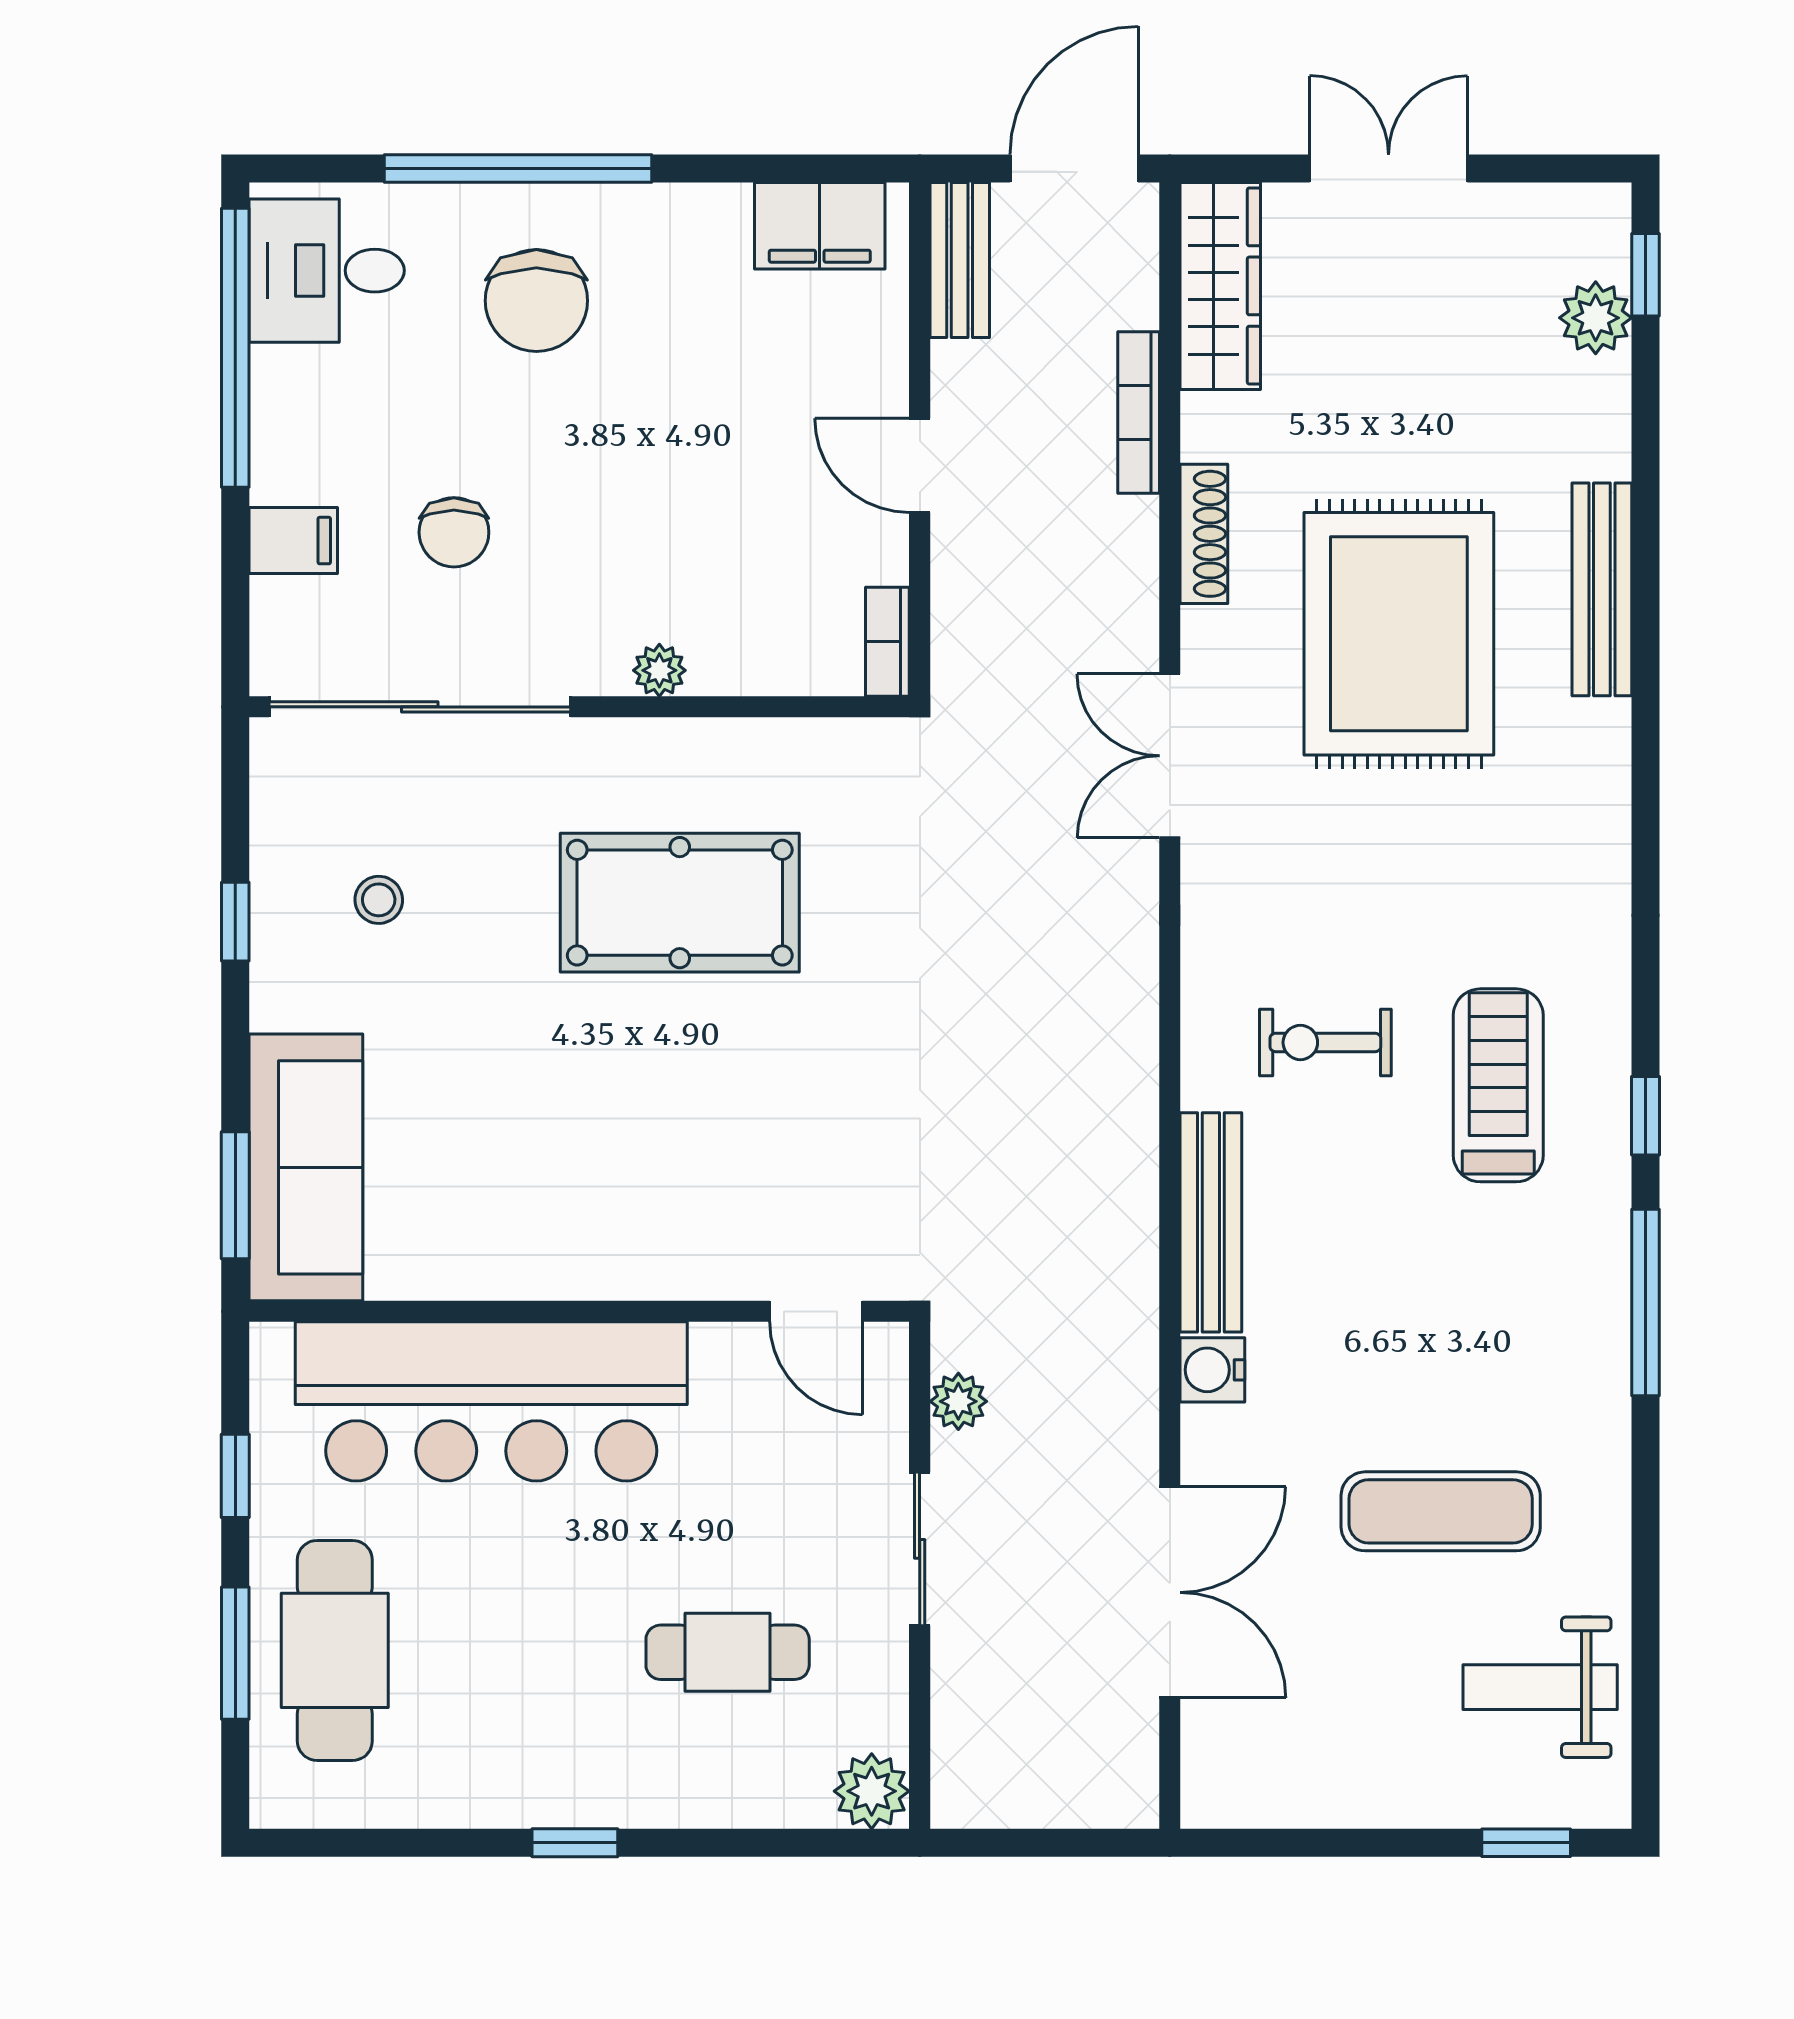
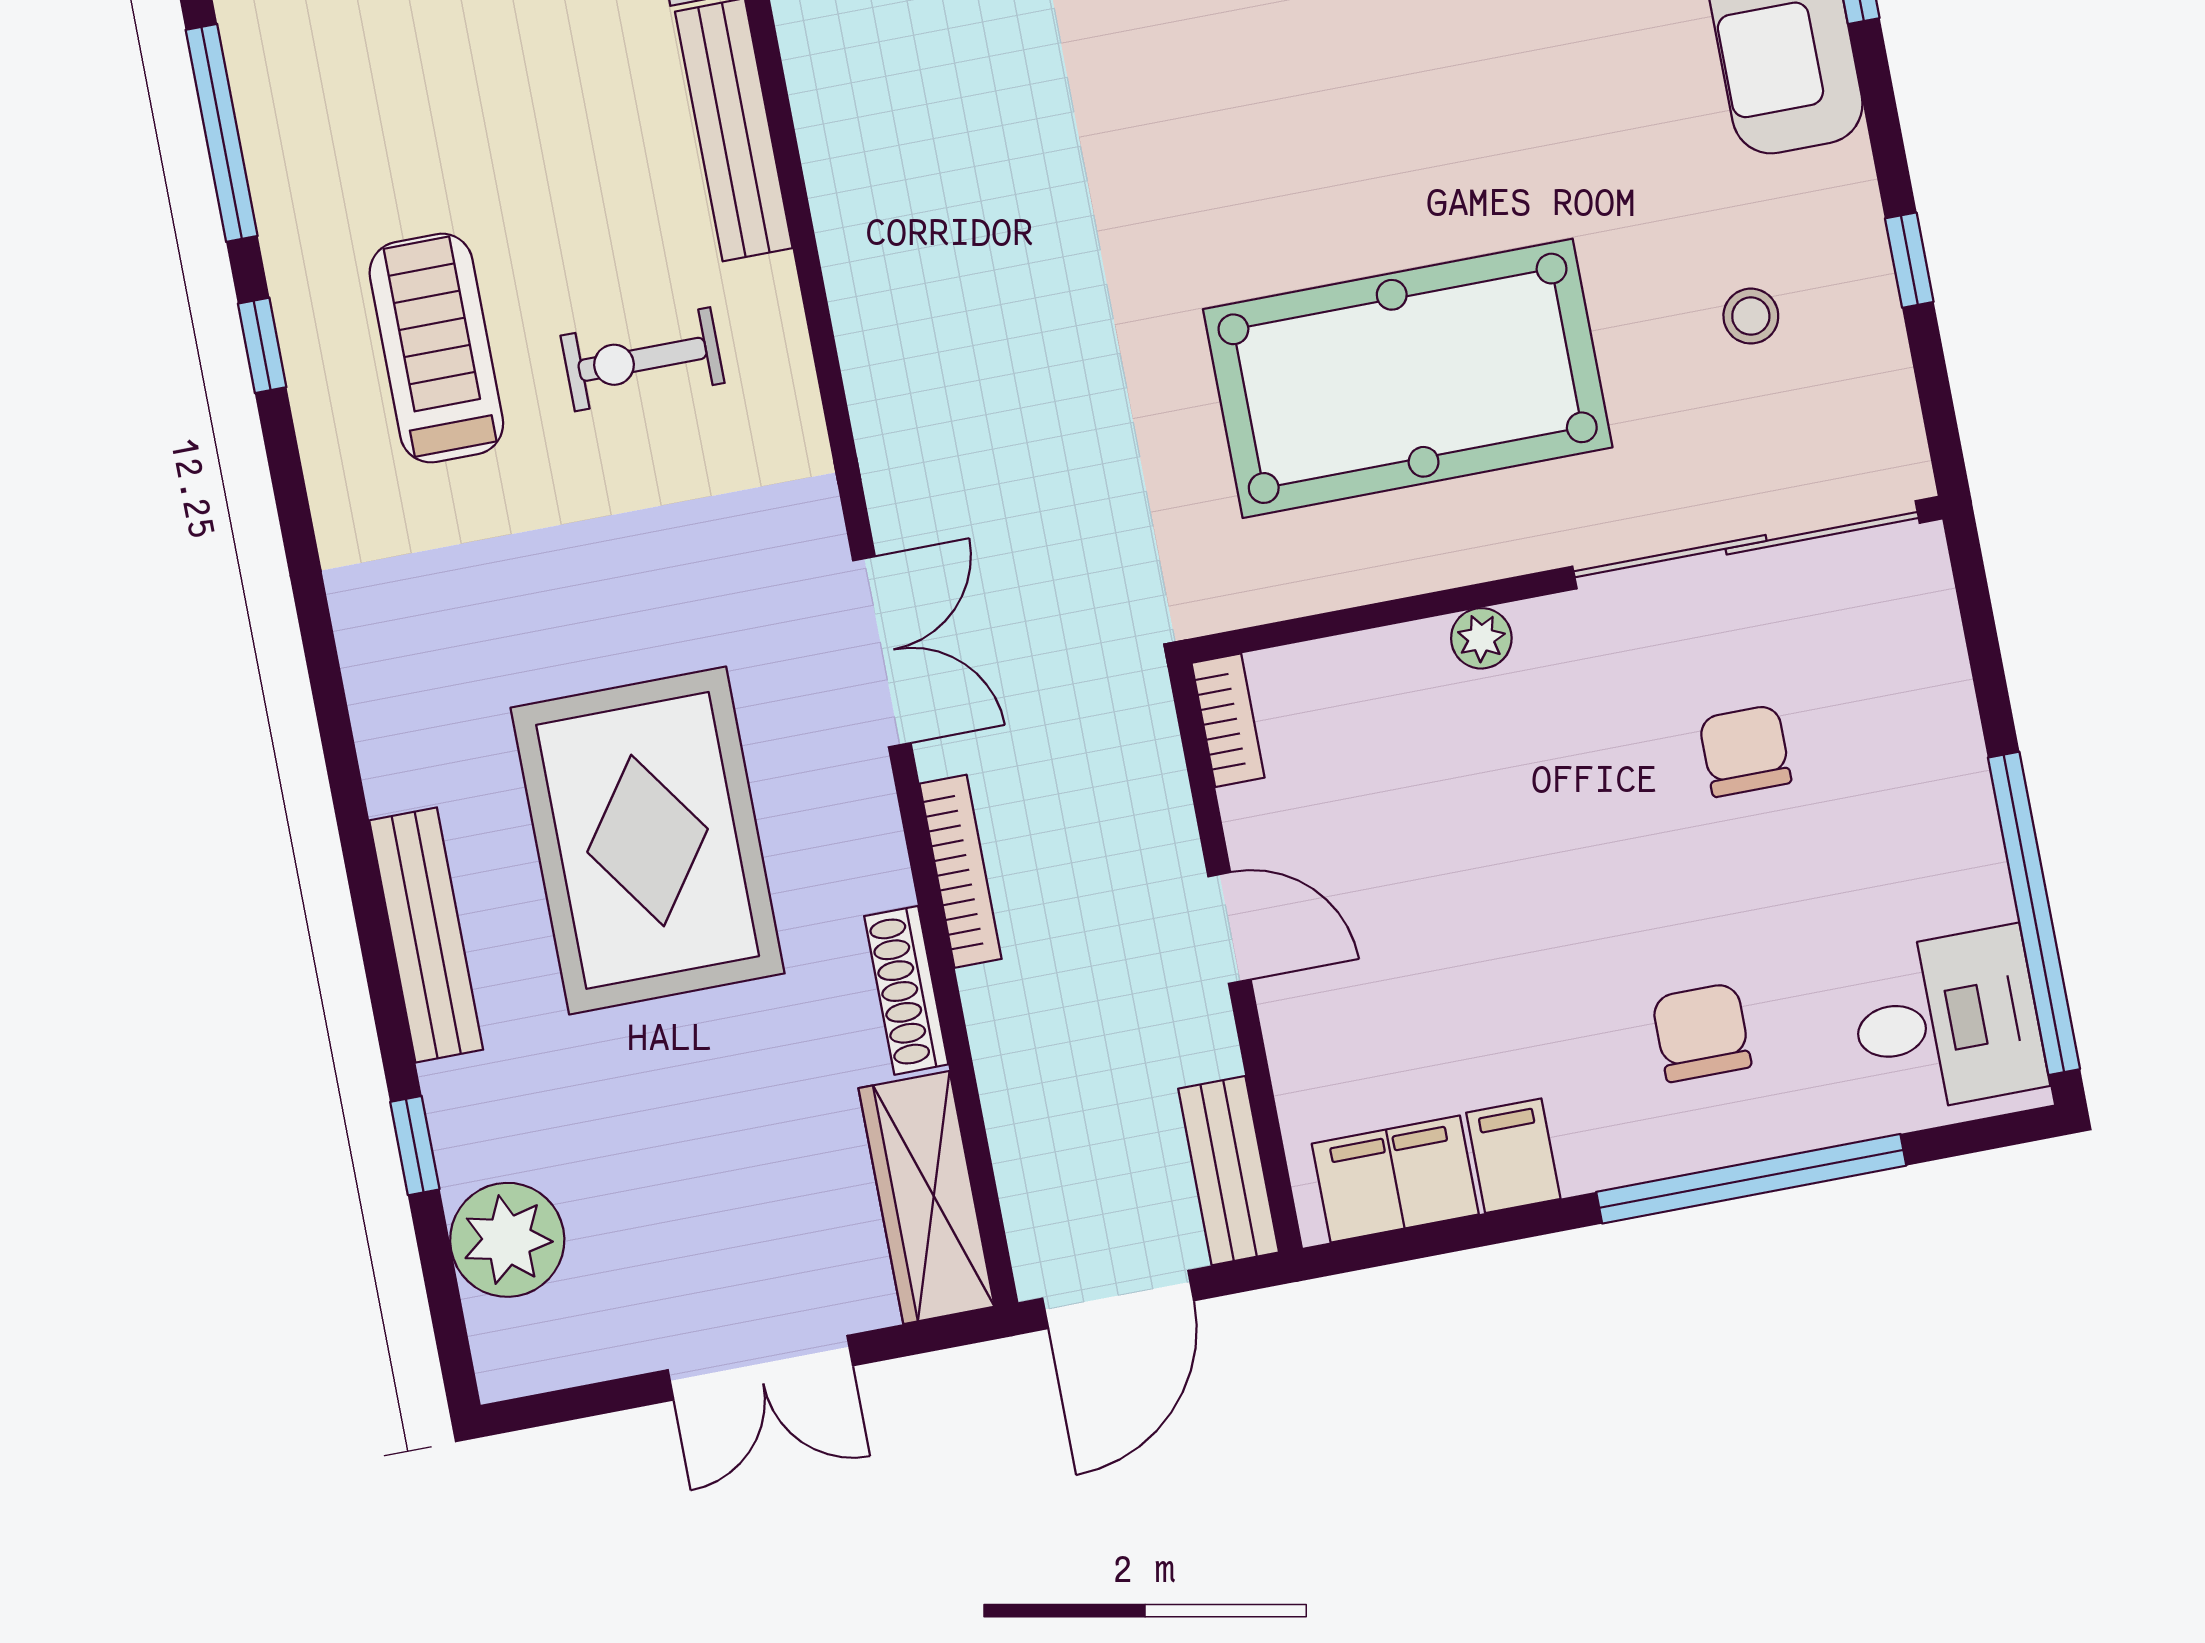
window: (1646, 275) -> (415, 1146), moved
chair: (536, 301) -> (1702, 1032), width x0.73, depth x0.73
plant: (1596, 318) -> (507, 1240), width x1.36, depth x1.36
bookcase: (1139, 412) -> (961, 871), moved
shoe rack: (1204, 534) -> (906, 990), moved
filing cabinet: (293, 541) -> (1513, 1156), moved, turned 90
pool table: (680, 903) -> (1408, 378), width x1.36, depth x1.32
exercise bike: (1325, 1042) -> (642, 359), turned 180
treadmill: (1498, 1085) -> (436, 348), turned 180

